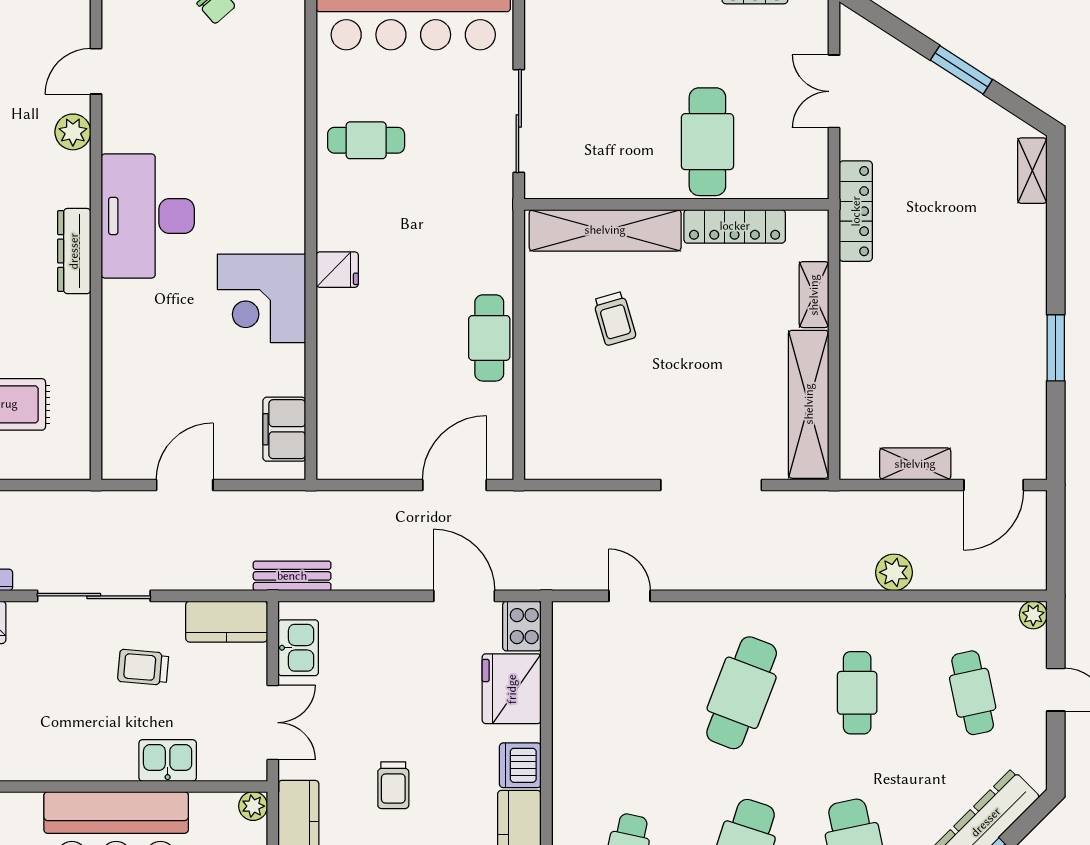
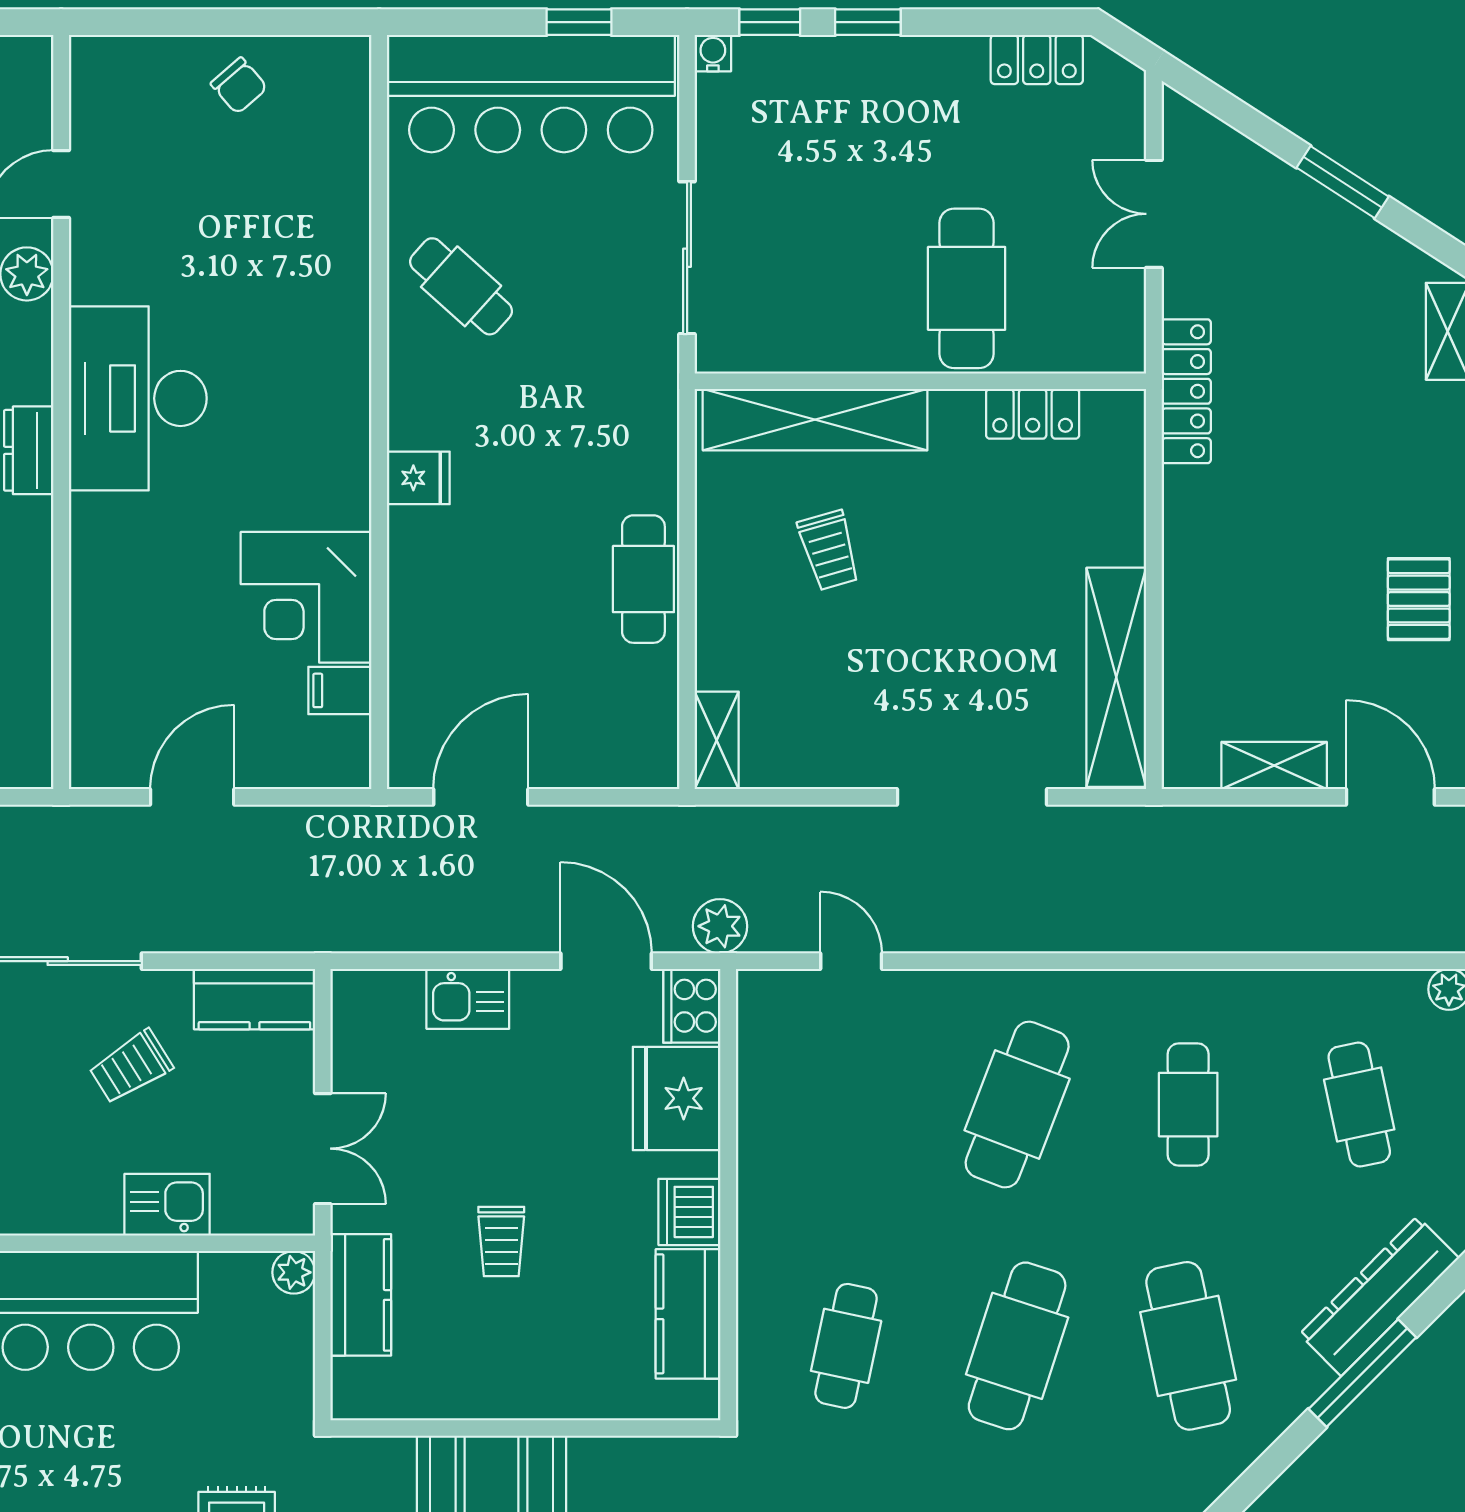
cafe table: (366, 140) -> (461, 286), turned 42
locker: (735, 226) -> (1033, 414), width x0.66
dresser: (74, 251) -> (29, 450), width x0.70
shelving: (814, 295) -> (717, 740), moved
corner desk: (261, 298) -> (306, 597), moved
pallet: (1013, 351) -> (1419, 599), added
filing cabinet: (284, 429) -> (340, 690), width x0.50
door: (454, 485) -> (481, 797), moved
door: (994, 485) -> (1390, 797), swing flipped
plant: (894, 572) -> (720, 926), moved
bench: (292, 576) -> (351, 931), removed
kitchen sink: (298, 648) -> (468, 999), moved, turned 90
trolley: (143, 667) -> (131, 1067), turned -37

